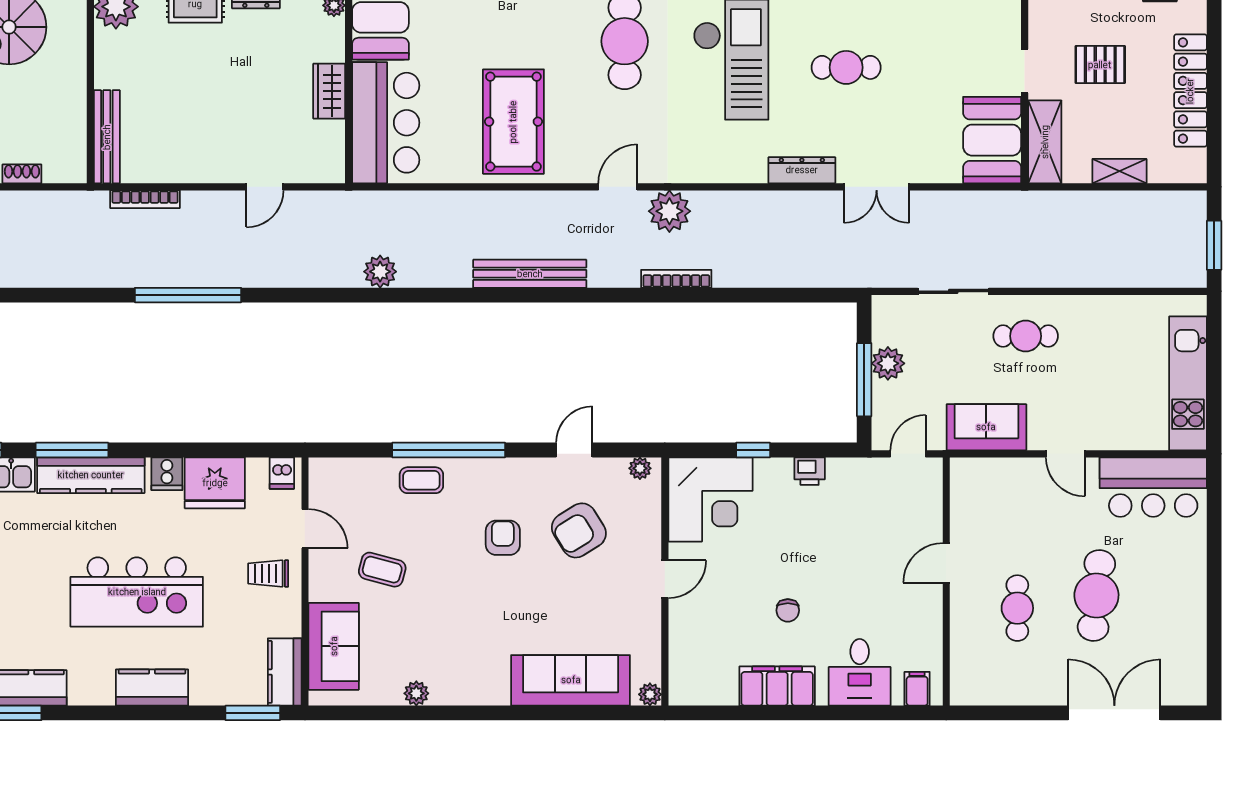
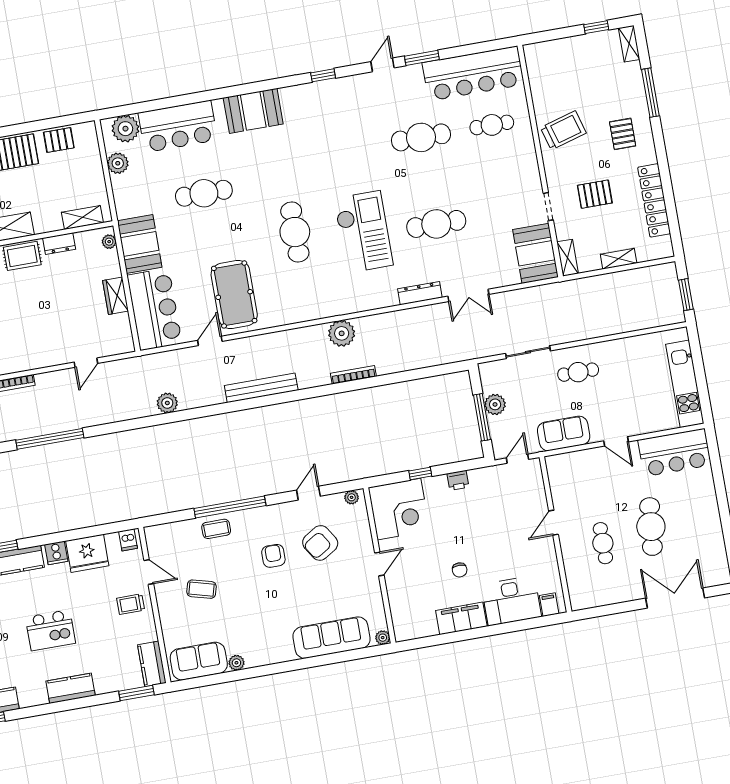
cafe table: (846, 67) -> (436, 224), width x1.37, depth x1.35
shelving: (1045, 142) -> (568, 258), width x0.67, depth x0.75
door: (618, 187) -> (210, 341), moved
kitchen island: (137, 592) -> (50, 630), width x0.54, depth x0.78
sofa: (334, 646) -> (199, 661), moved, turned -90
desk: (860, 672) -> (511, 601), width x1.37

